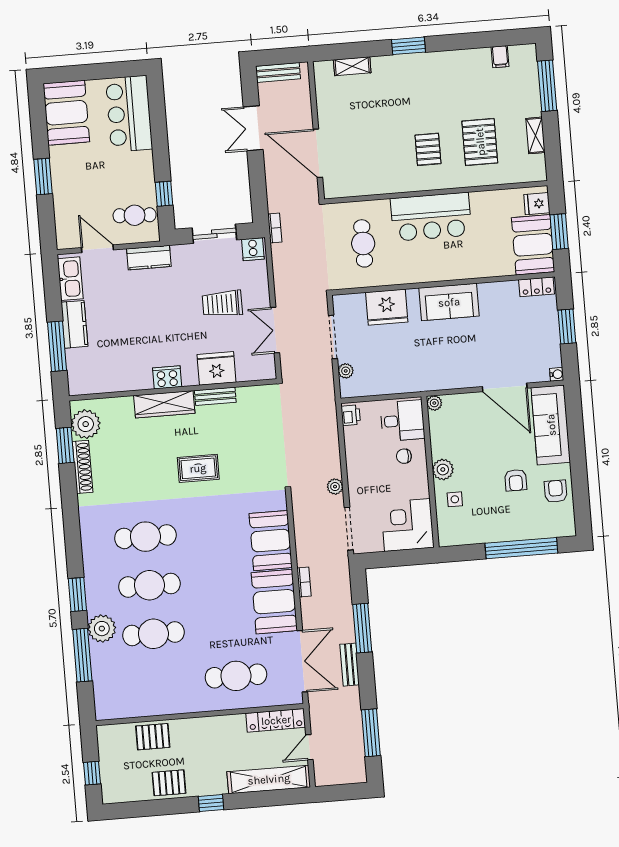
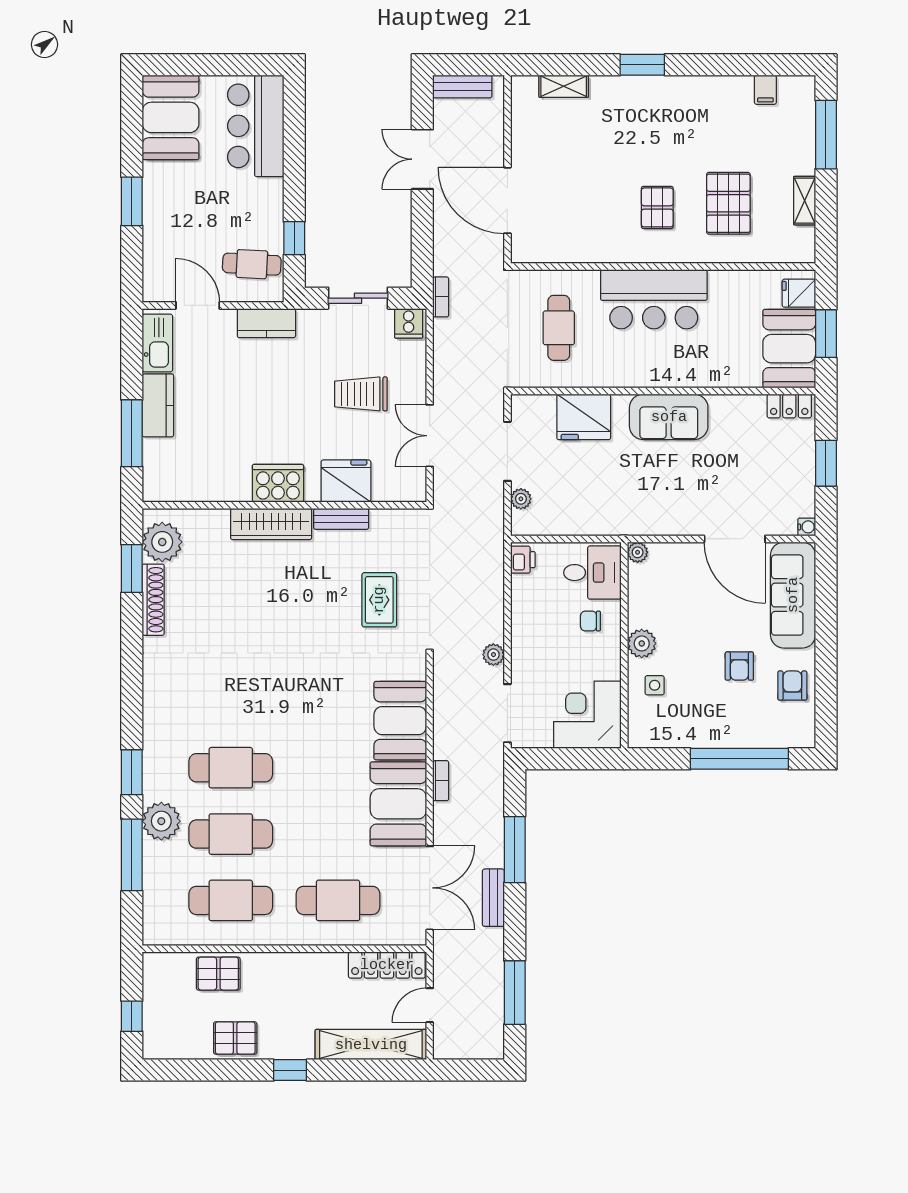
cooker: (167, 377) -> (278, 483), width x1.37, depth x1.31
rug: (198, 468) -> (379, 600), moved, turned 90
cafe table: (145, 537) -> (231, 900), moved

